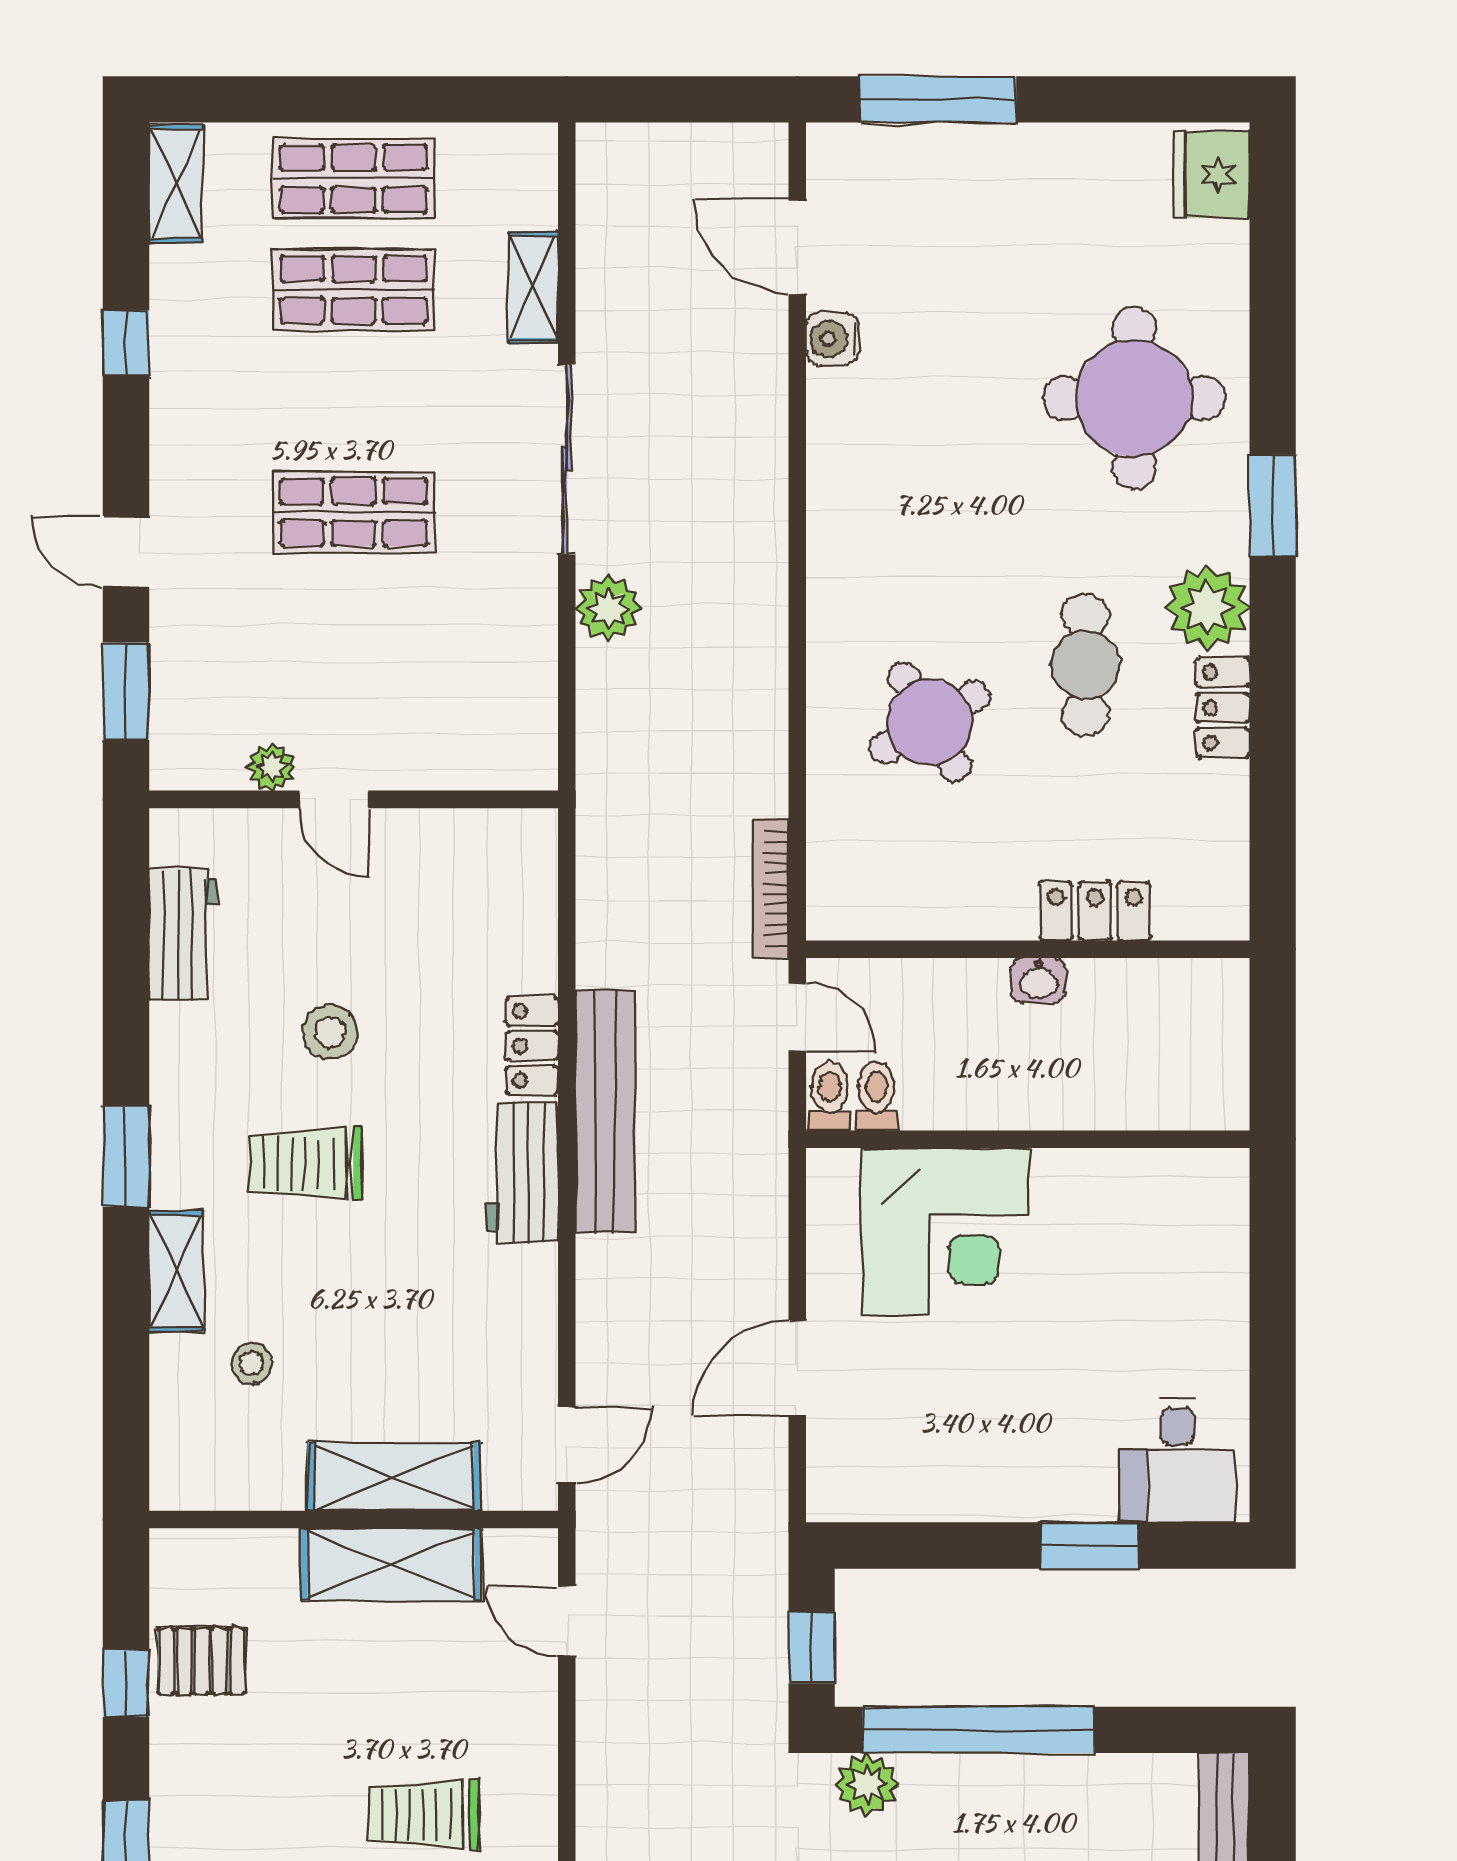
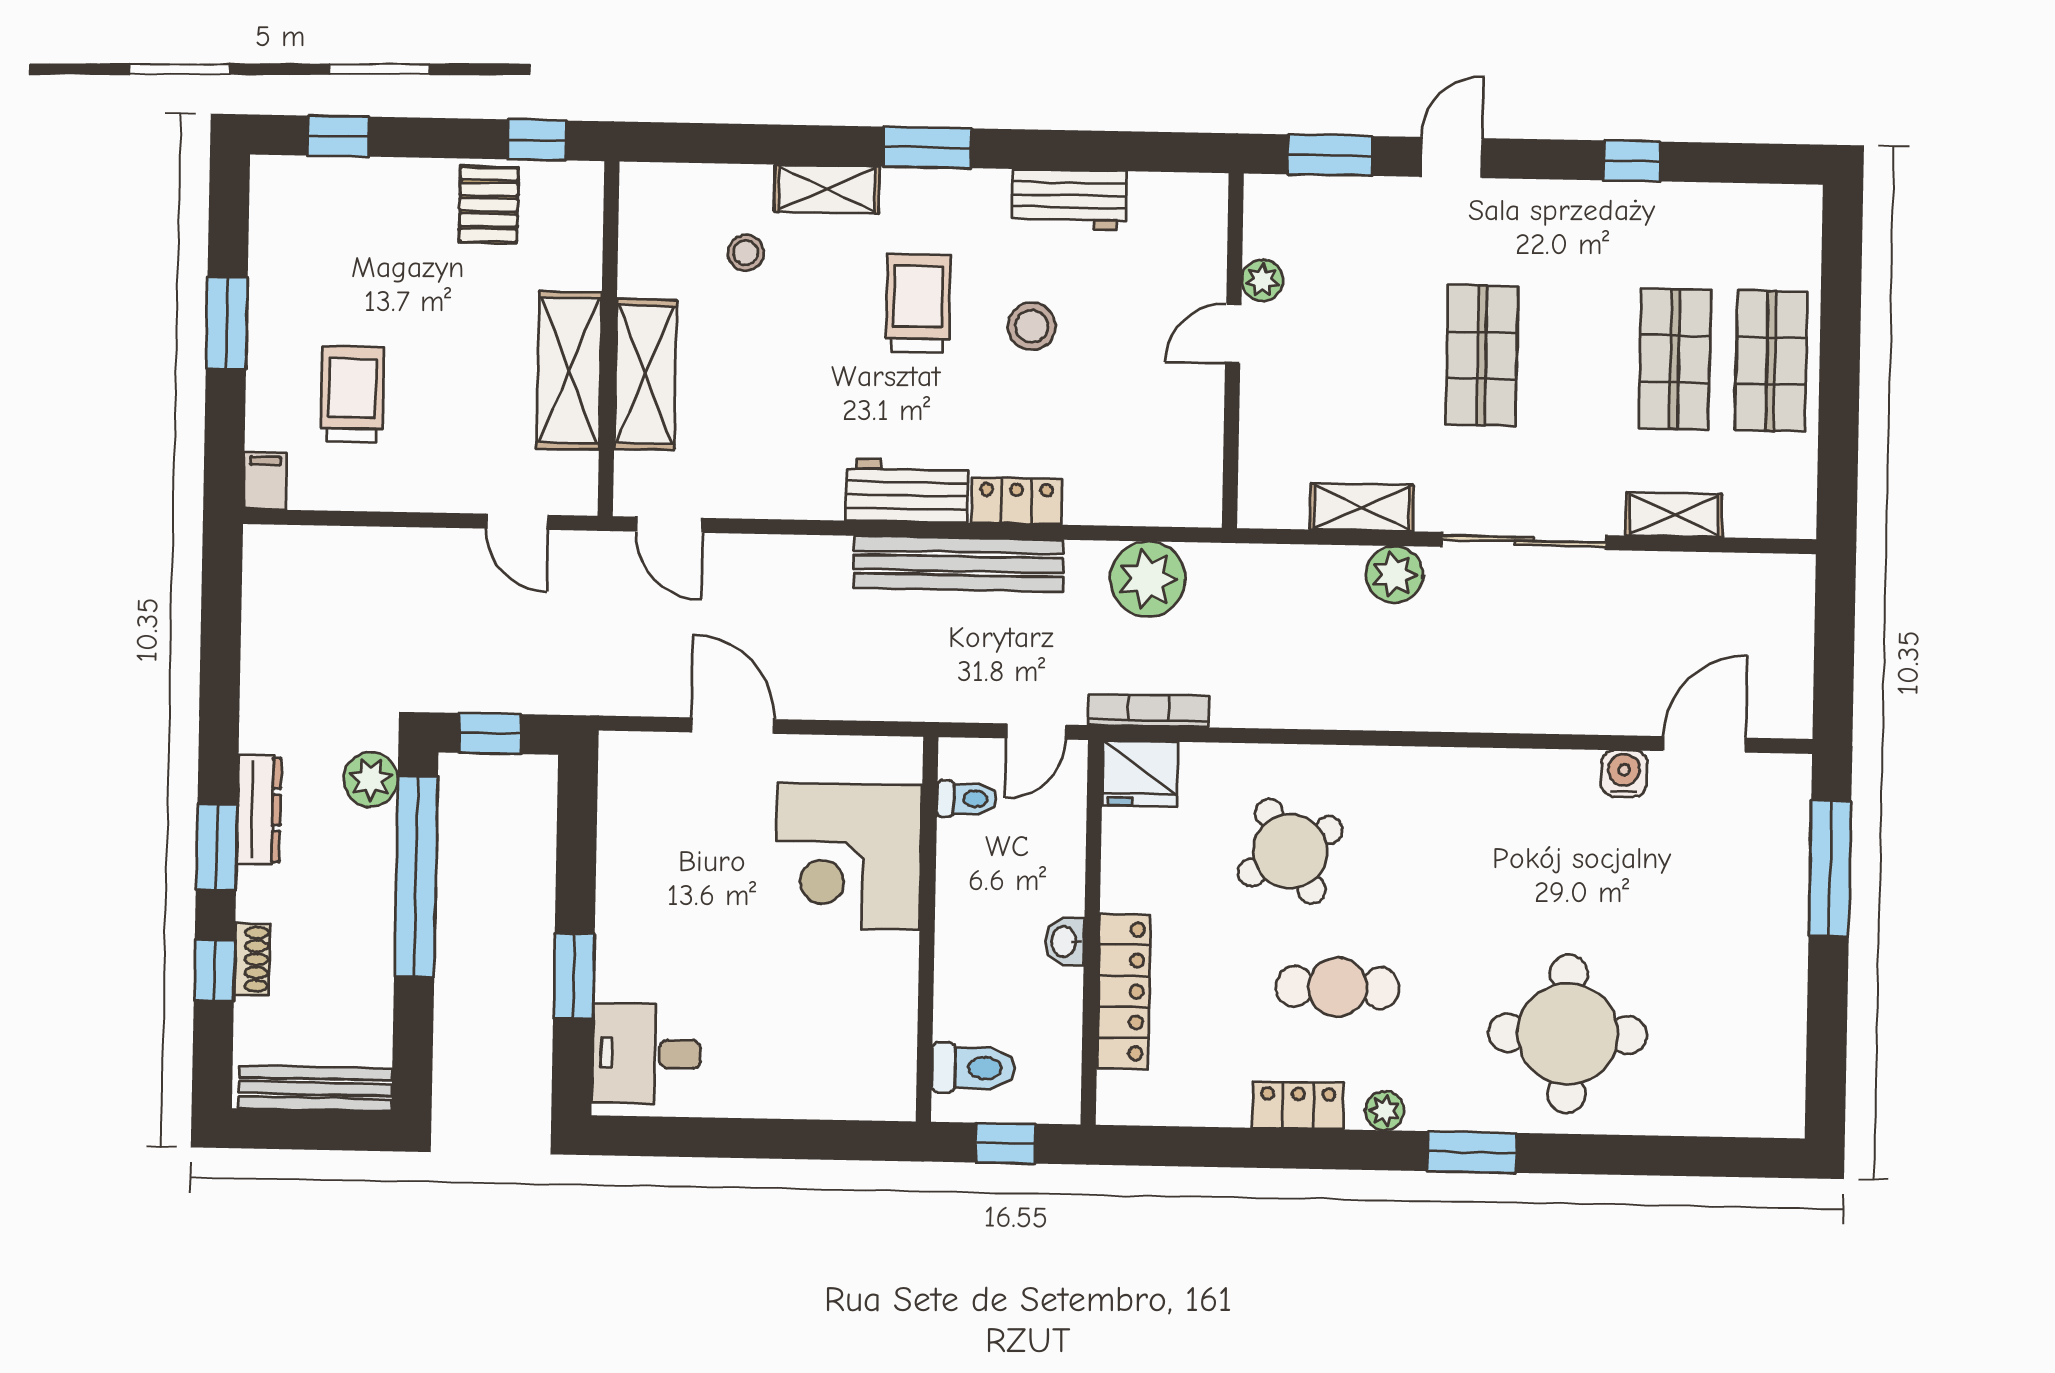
fridge: (1212, 175) -> (1140, 773), moved, turned 180
shelving: (176, 184) -> (1362, 507), moved
plant: (1207, 608) -> (1385, 1111), width x0.53, depth x0.53
plant: (619, 893) -> (1148, 579), added
locker: (1095, 911) -> (1124, 991), width x1.53
workbench: (183, 934) -> (1069, 200), moved
window: (1273, 1044) -> (1005, 1143), added
toilet: (829, 1096) -> (973, 1068), moved, width x1.37, depth x1.39
door: (567, 1621) -> (517, 522), swing flipped
window: (126, 1683) -> (537, 140), moved

